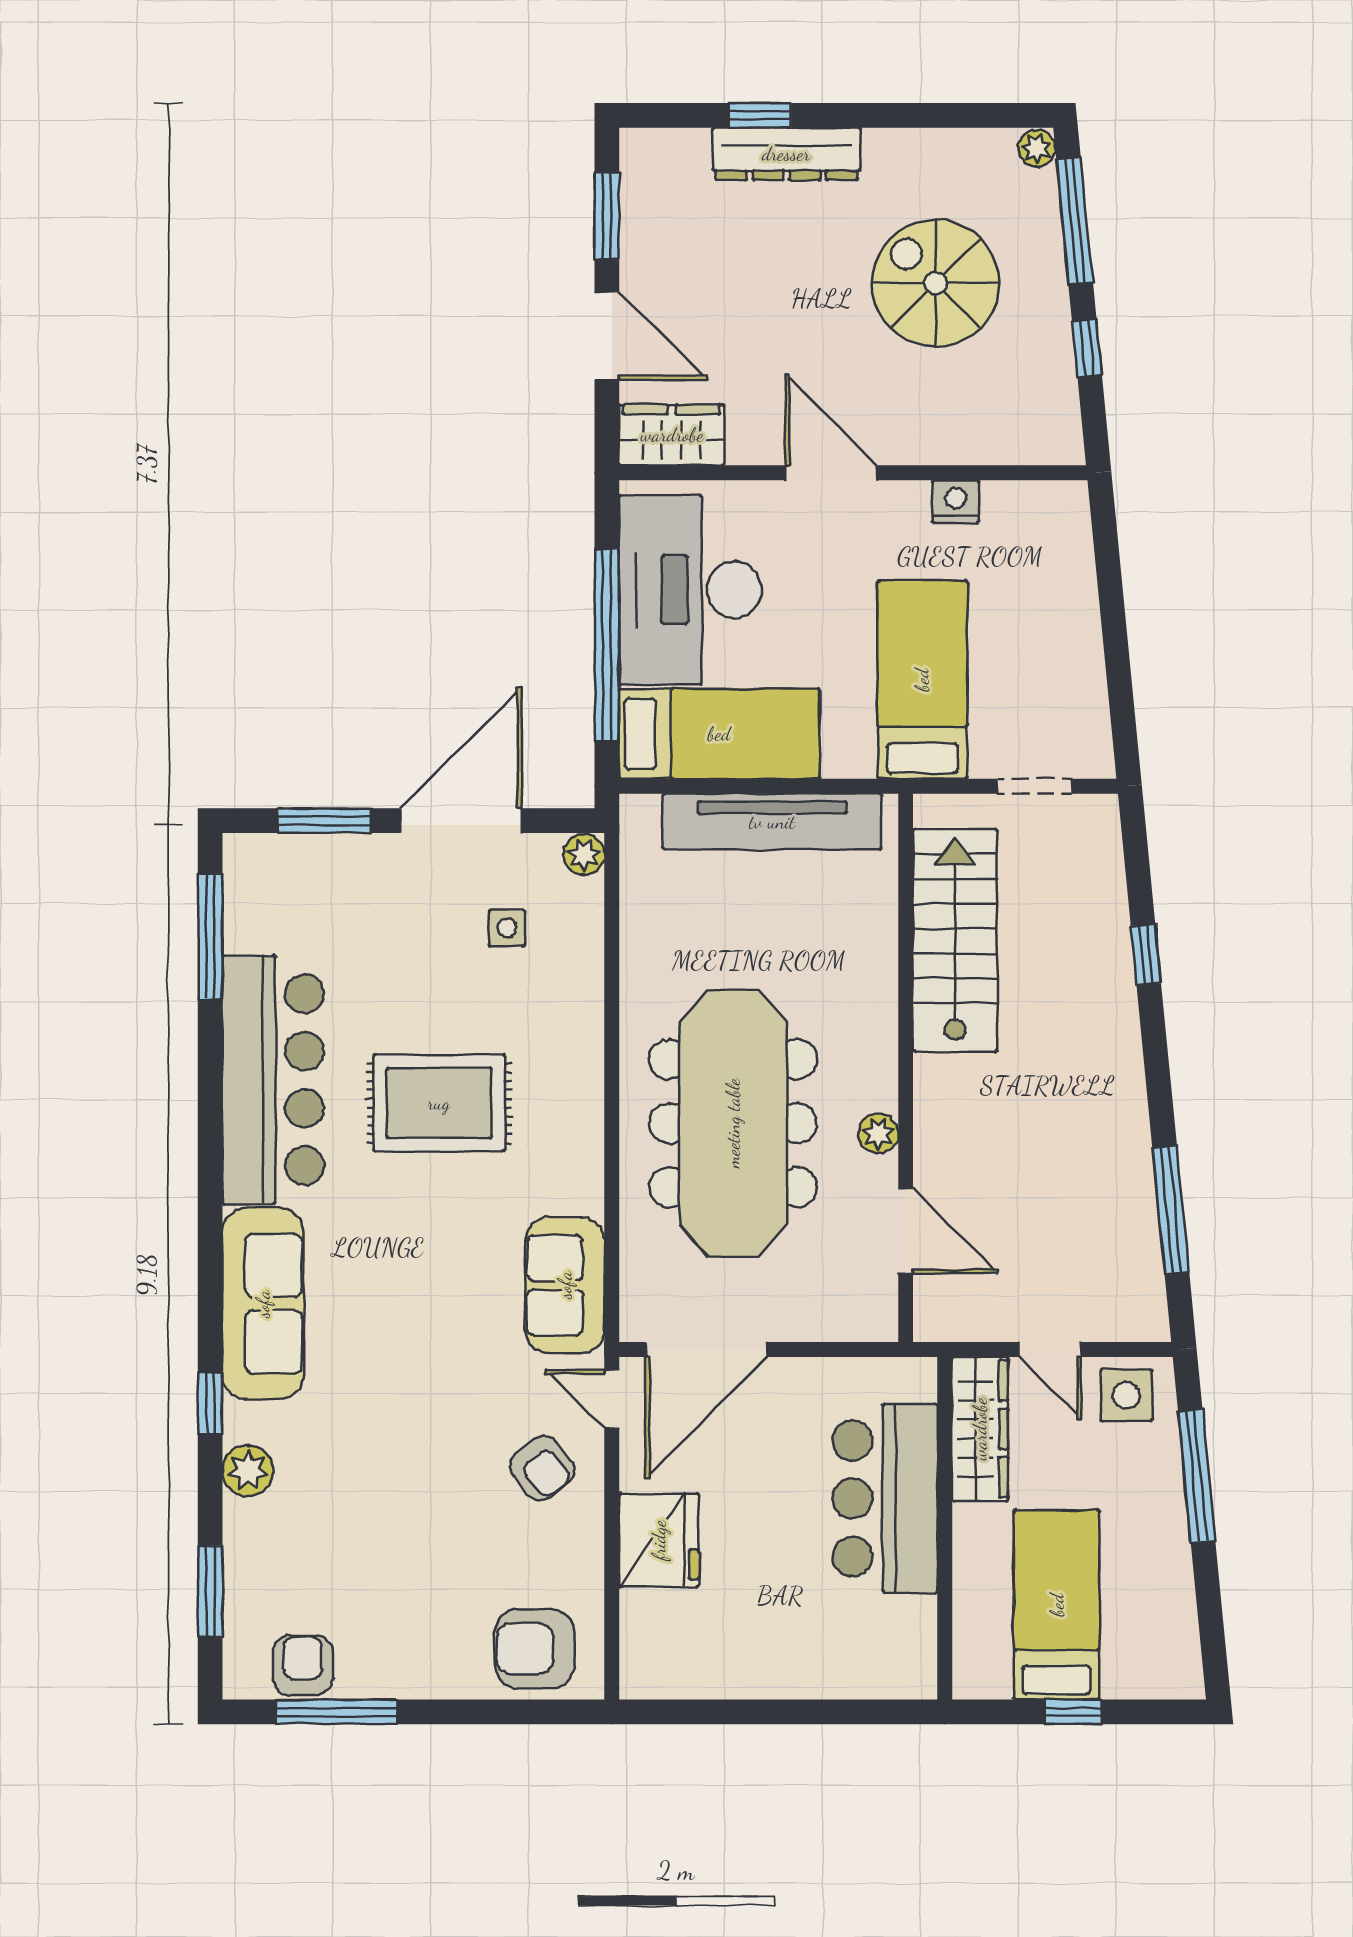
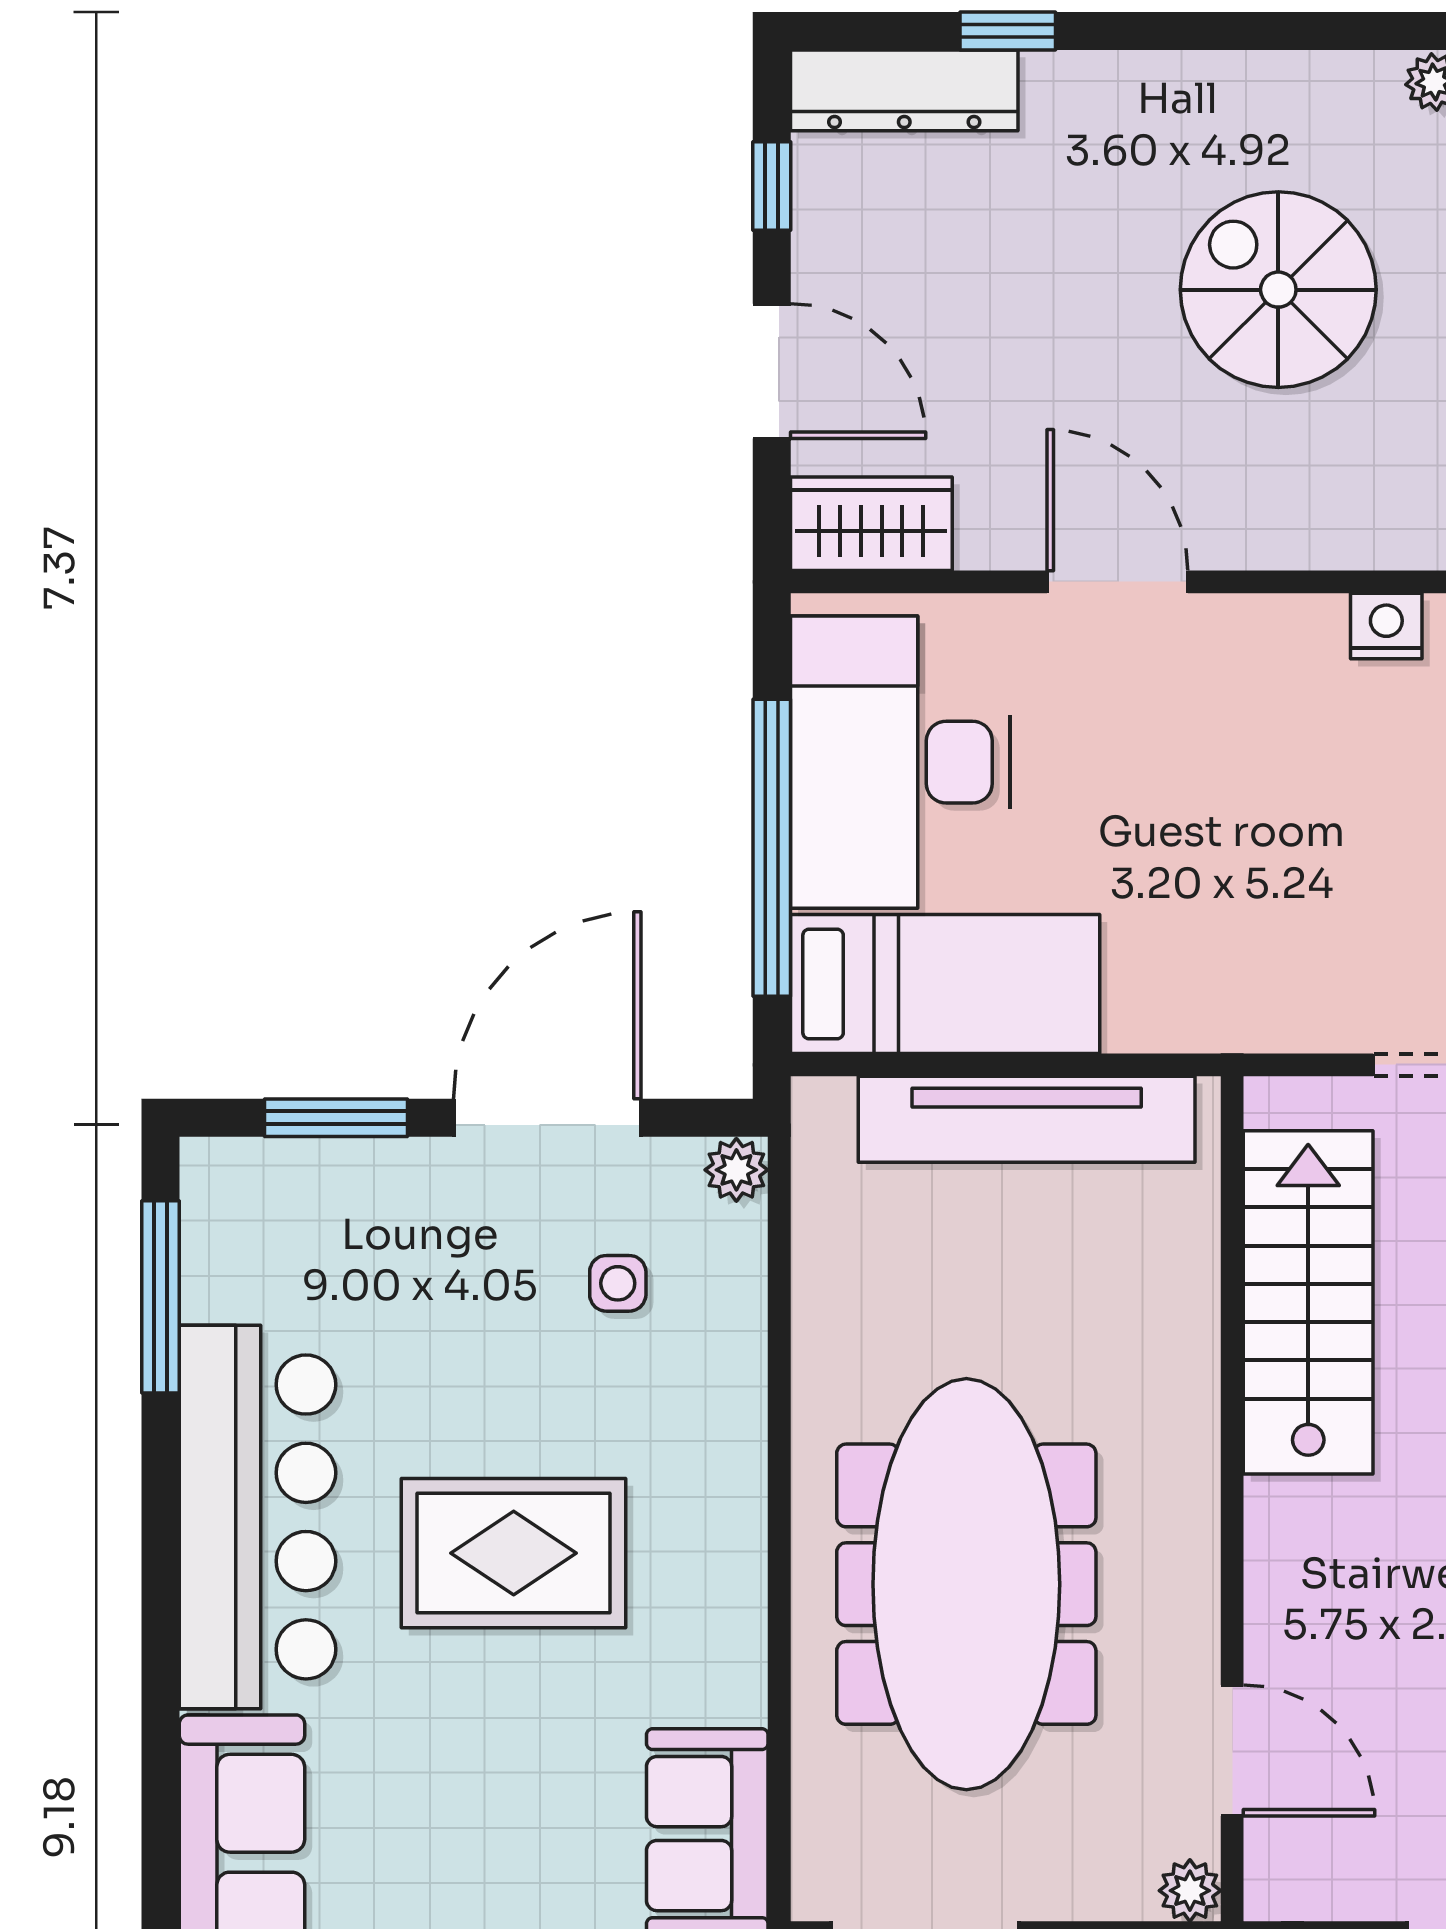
dresser: (786, 154) -> (904, 90), moved
window: (607, 216) -> (772, 186), width x0.67
nightstand: (956, 501) -> (1386, 626), moved
bed: (922, 680) -> (1258, 901), removed
plant: (878, 1134) -> (1190, 1891), moved

